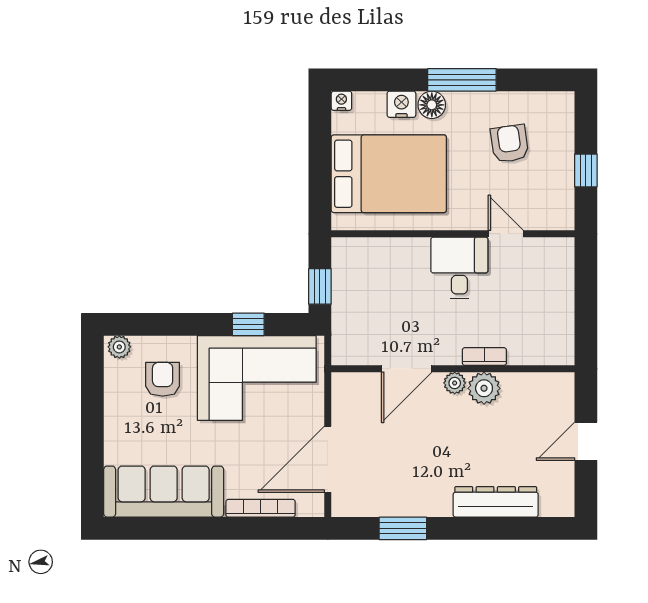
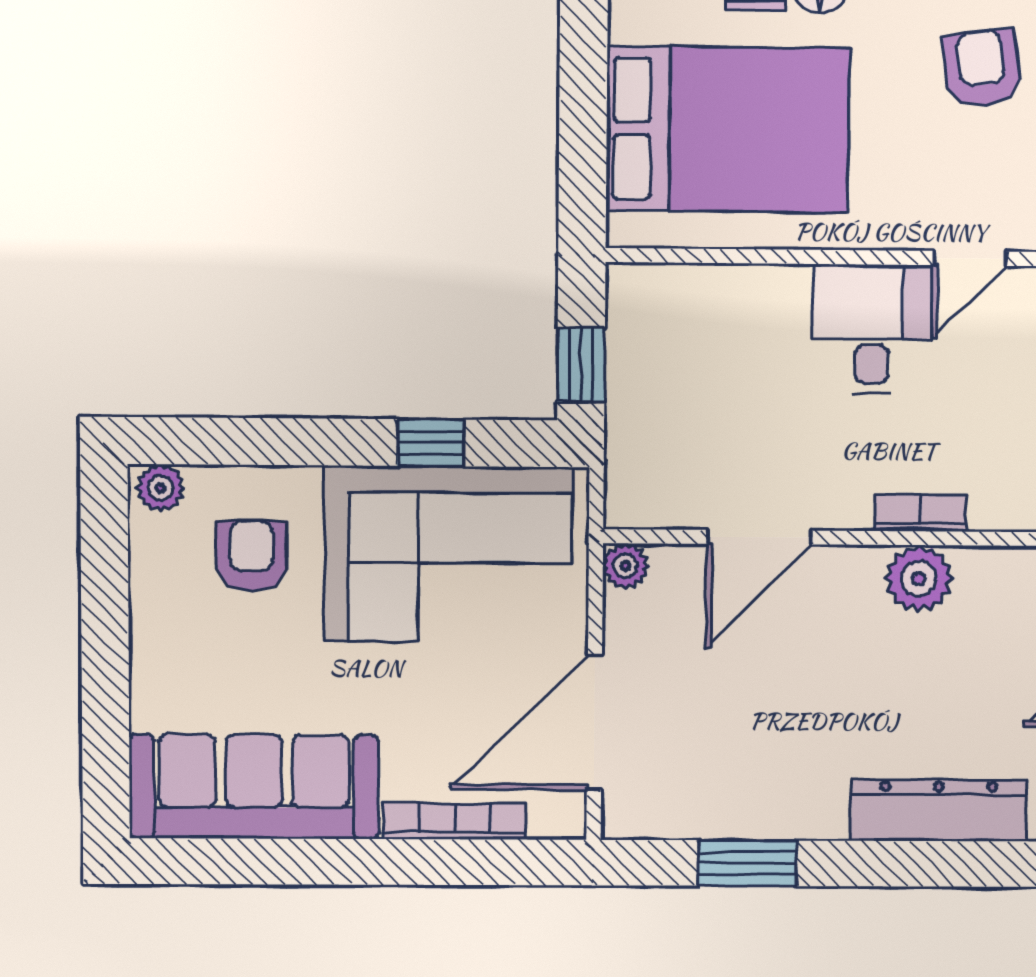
door: (506, 234) -> (970, 258), swing flipped
plant: (455, 383) -> (625, 566), moved

